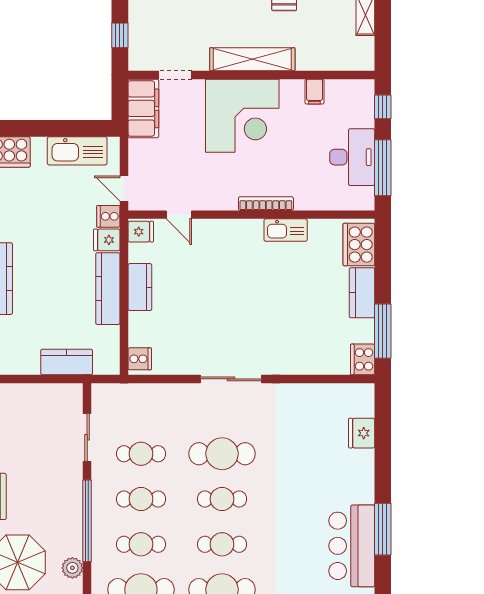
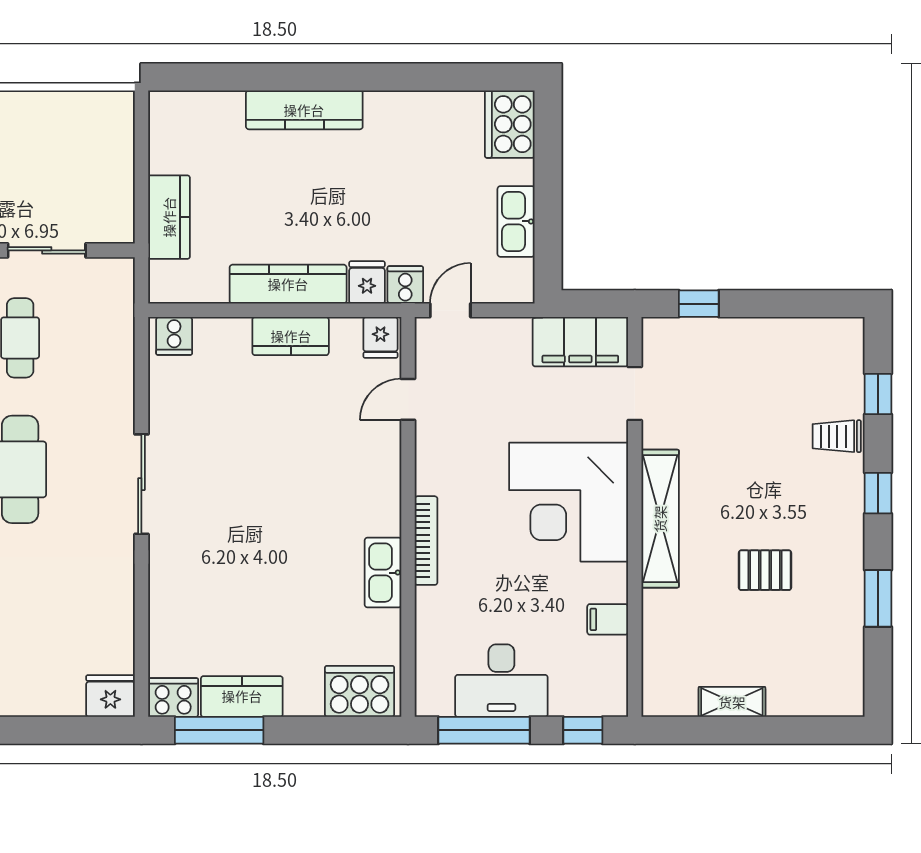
kitchen sink: (77, 151) -> (516, 221), width x0.73, depth x0.81
kitchen counter: (362, 293) -> (242, 696), moved
fridge: (362, 433) -> (110, 696), moved

